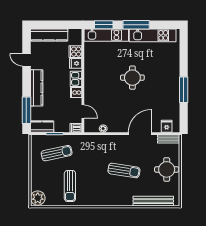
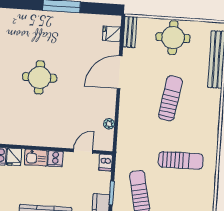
door: (140, 134) -> (120, 72), hinge flipped
sun lounger: (70, 186) -> (181, 160), moved

